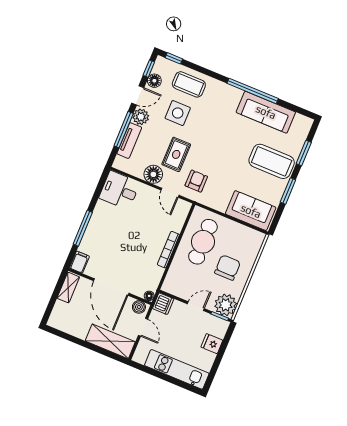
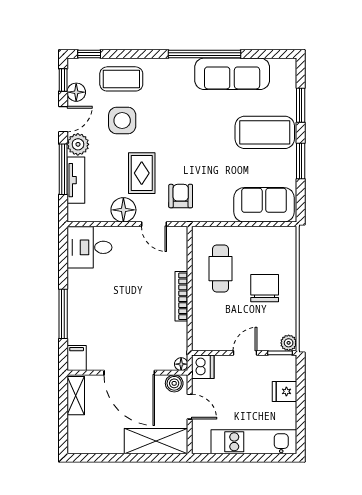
cafe table: (203, 242) -> (221, 269), width x0.73, depth x0.74
plant: (226, 305) -> (289, 343), width x0.53, depth x0.53

